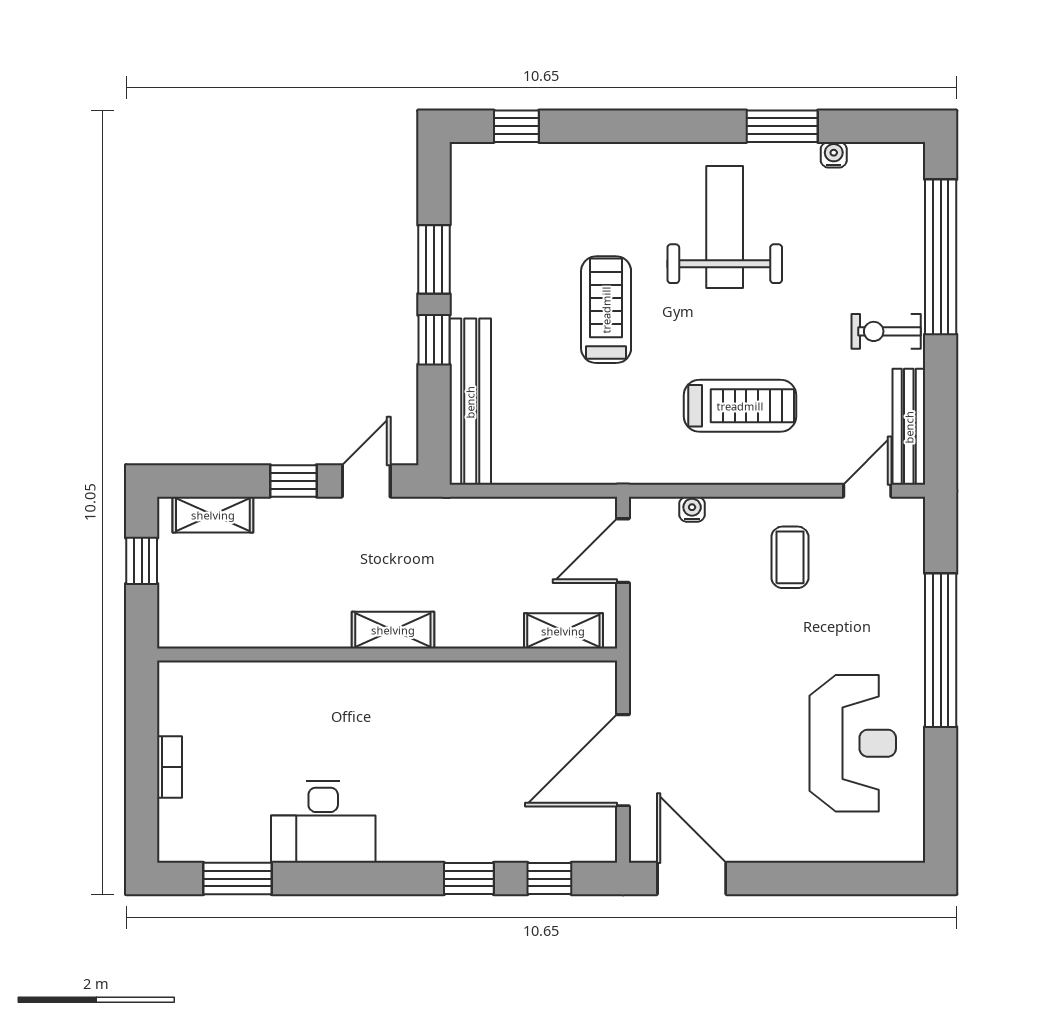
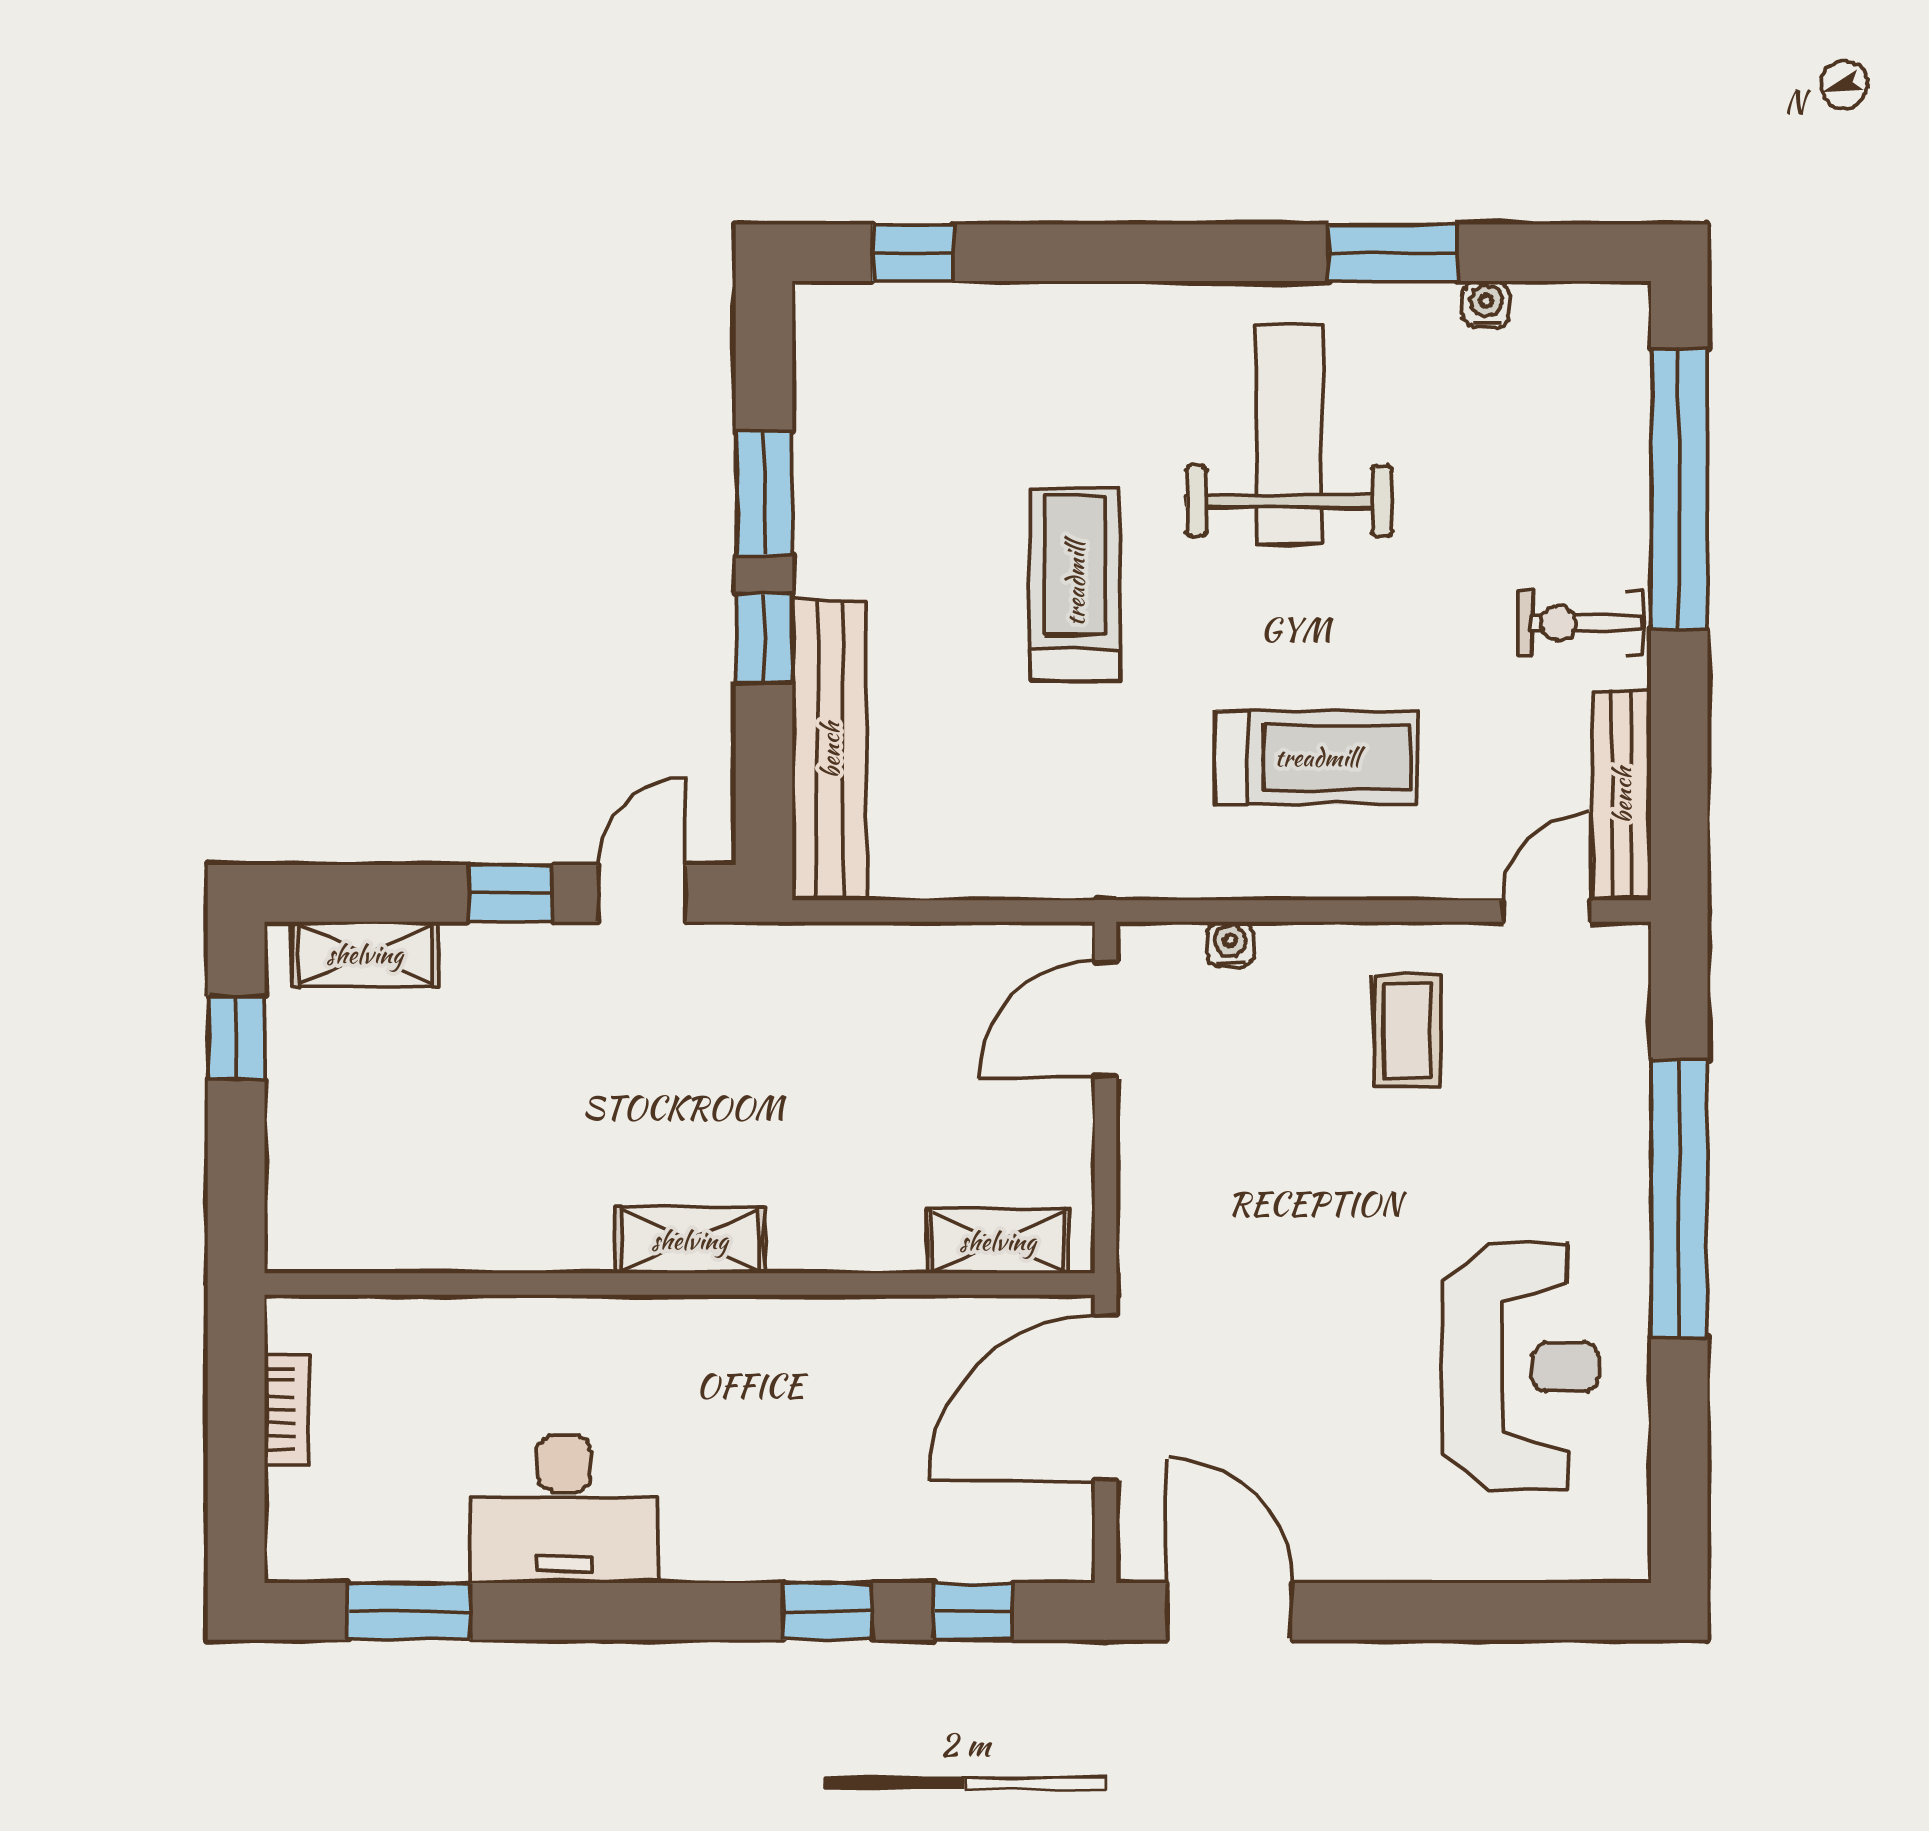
shelving: (393, 630) -> (690, 1240), moved
shelving: (563, 631) -> (998, 1241), moved
wall: (387, 654) -> (680, 1284), moved

